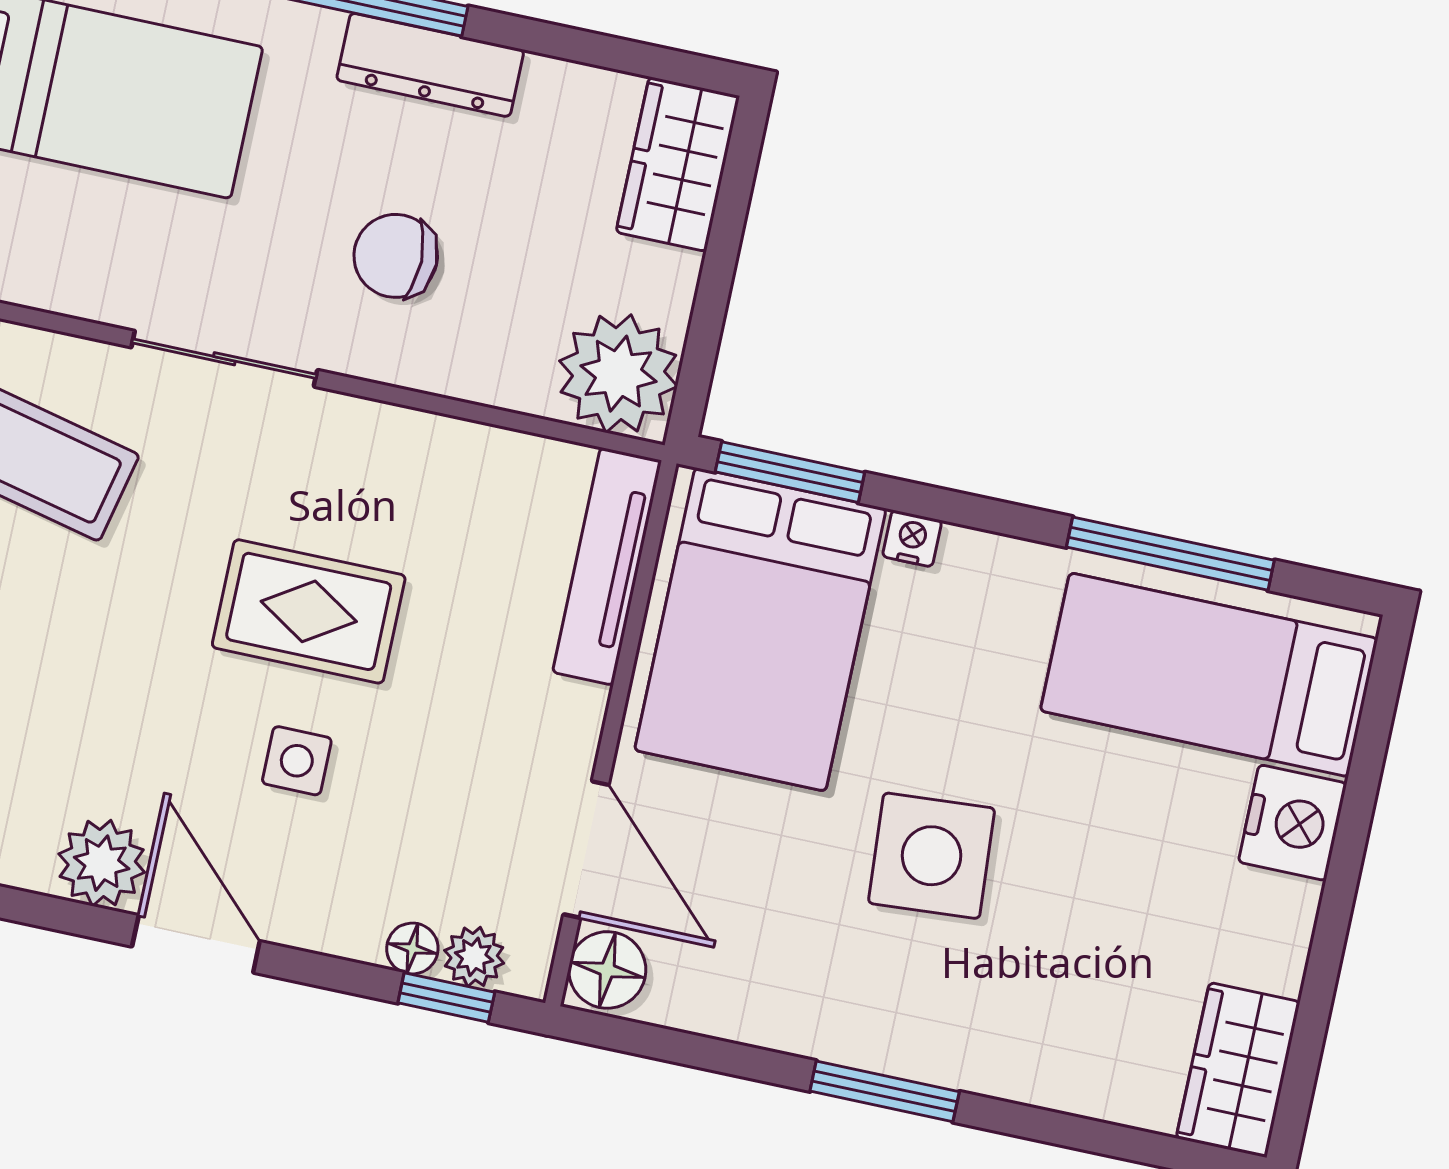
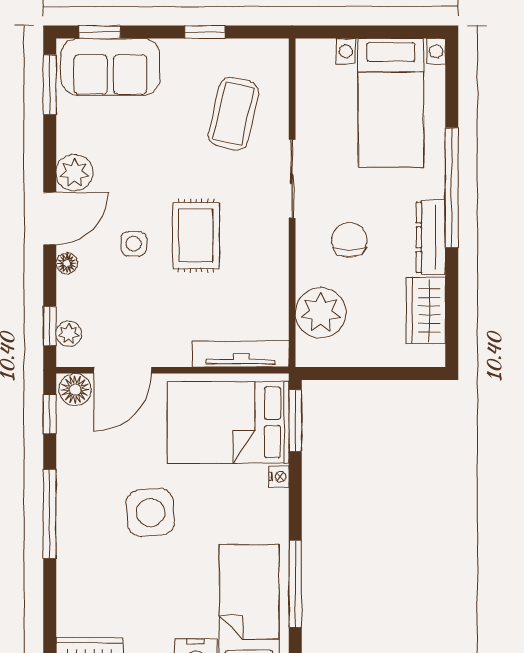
wardrobe: (678, 164) -> (426, 311), moved, turned -90
plant: (618, 374) -> (321, 313), moved
floor lamp: (412, 948) -> (67, 263), moved
window: (652, 1042) -> (50, 414), added
window: (885, 1091) -> (50, 514), width x1.44

